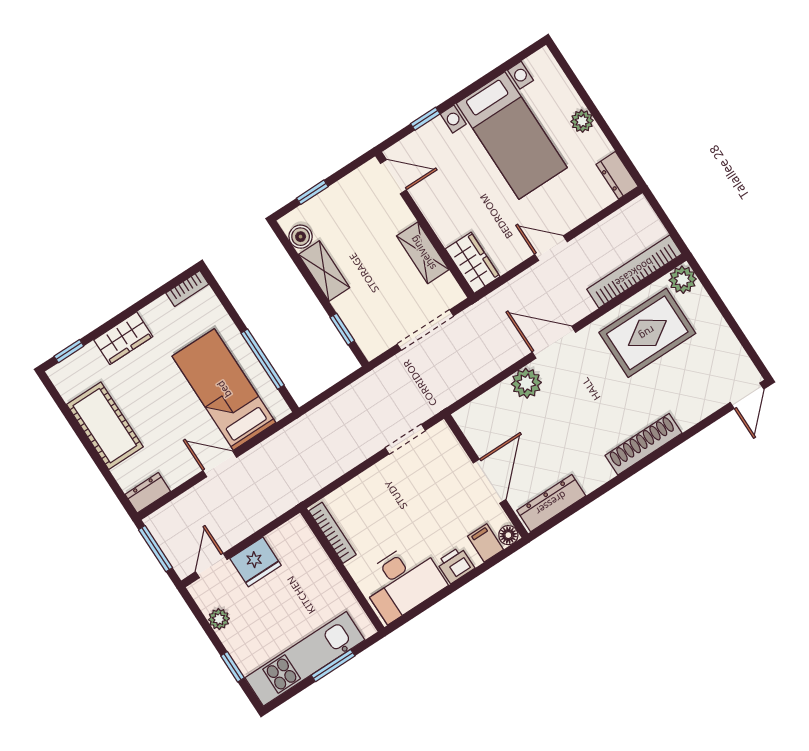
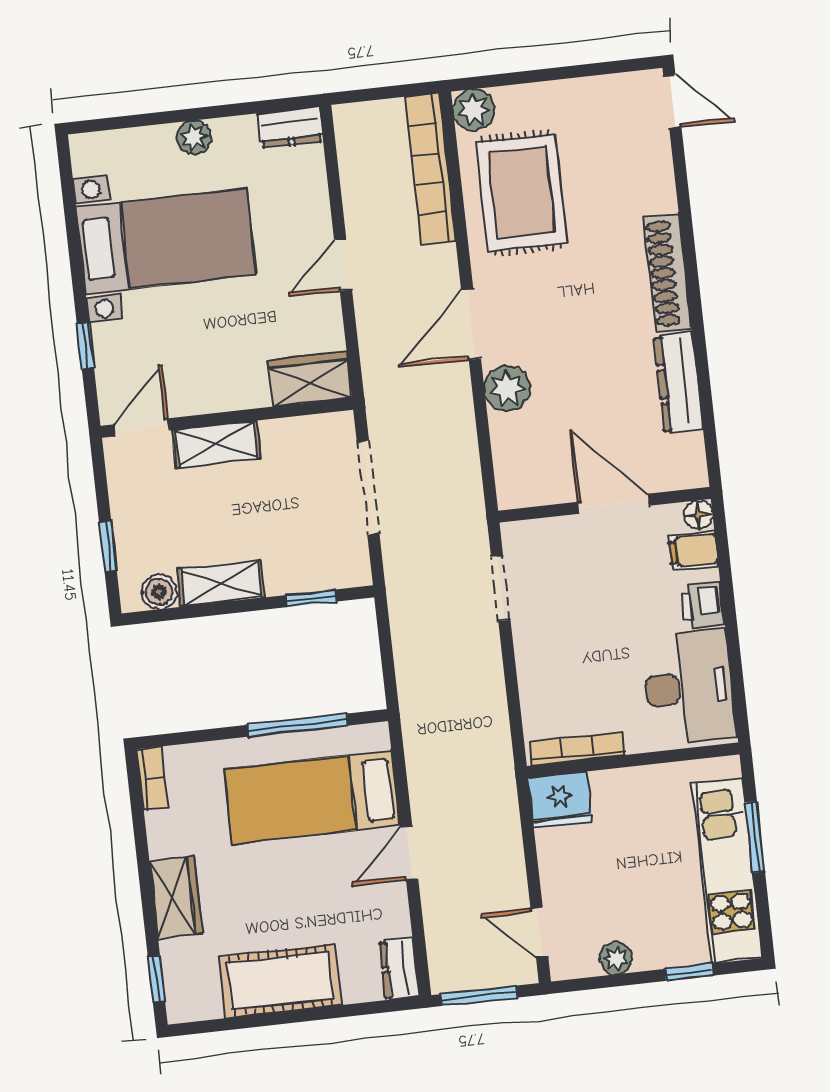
shelving: (423, 253) -> (216, 444), moved
dresser: (551, 503) -> (678, 382), moved
fridge: (256, 562) -> (560, 800), moved, turned 90

